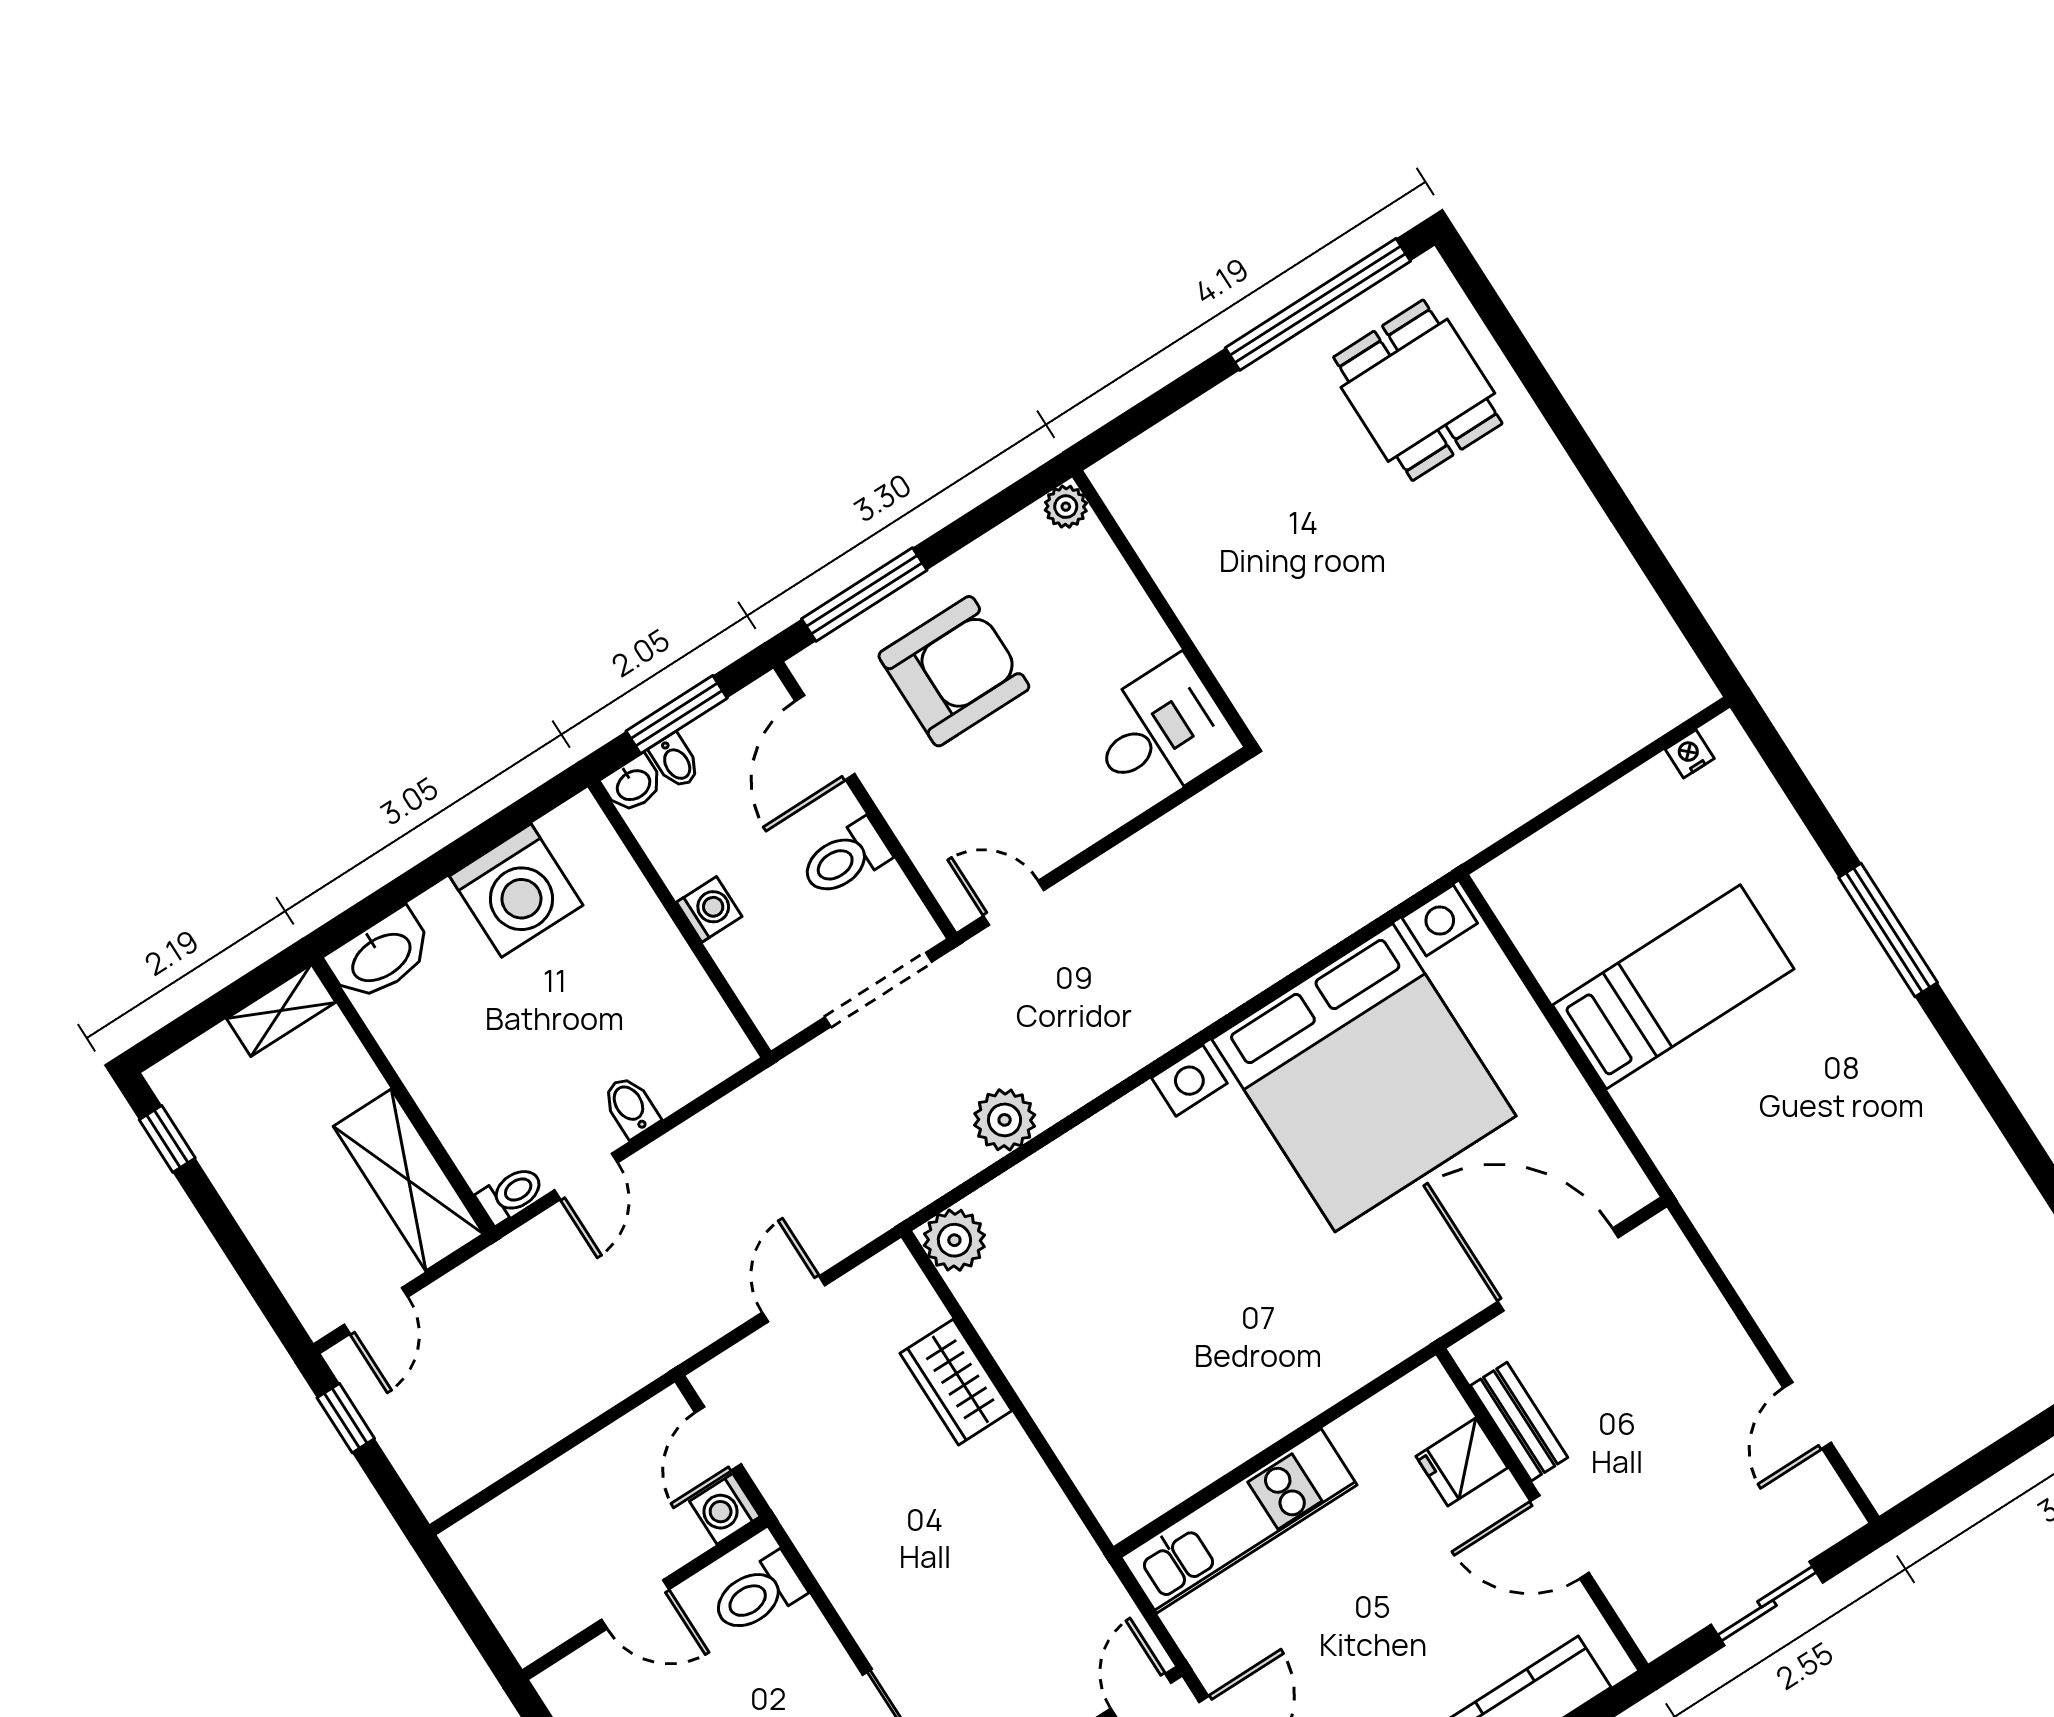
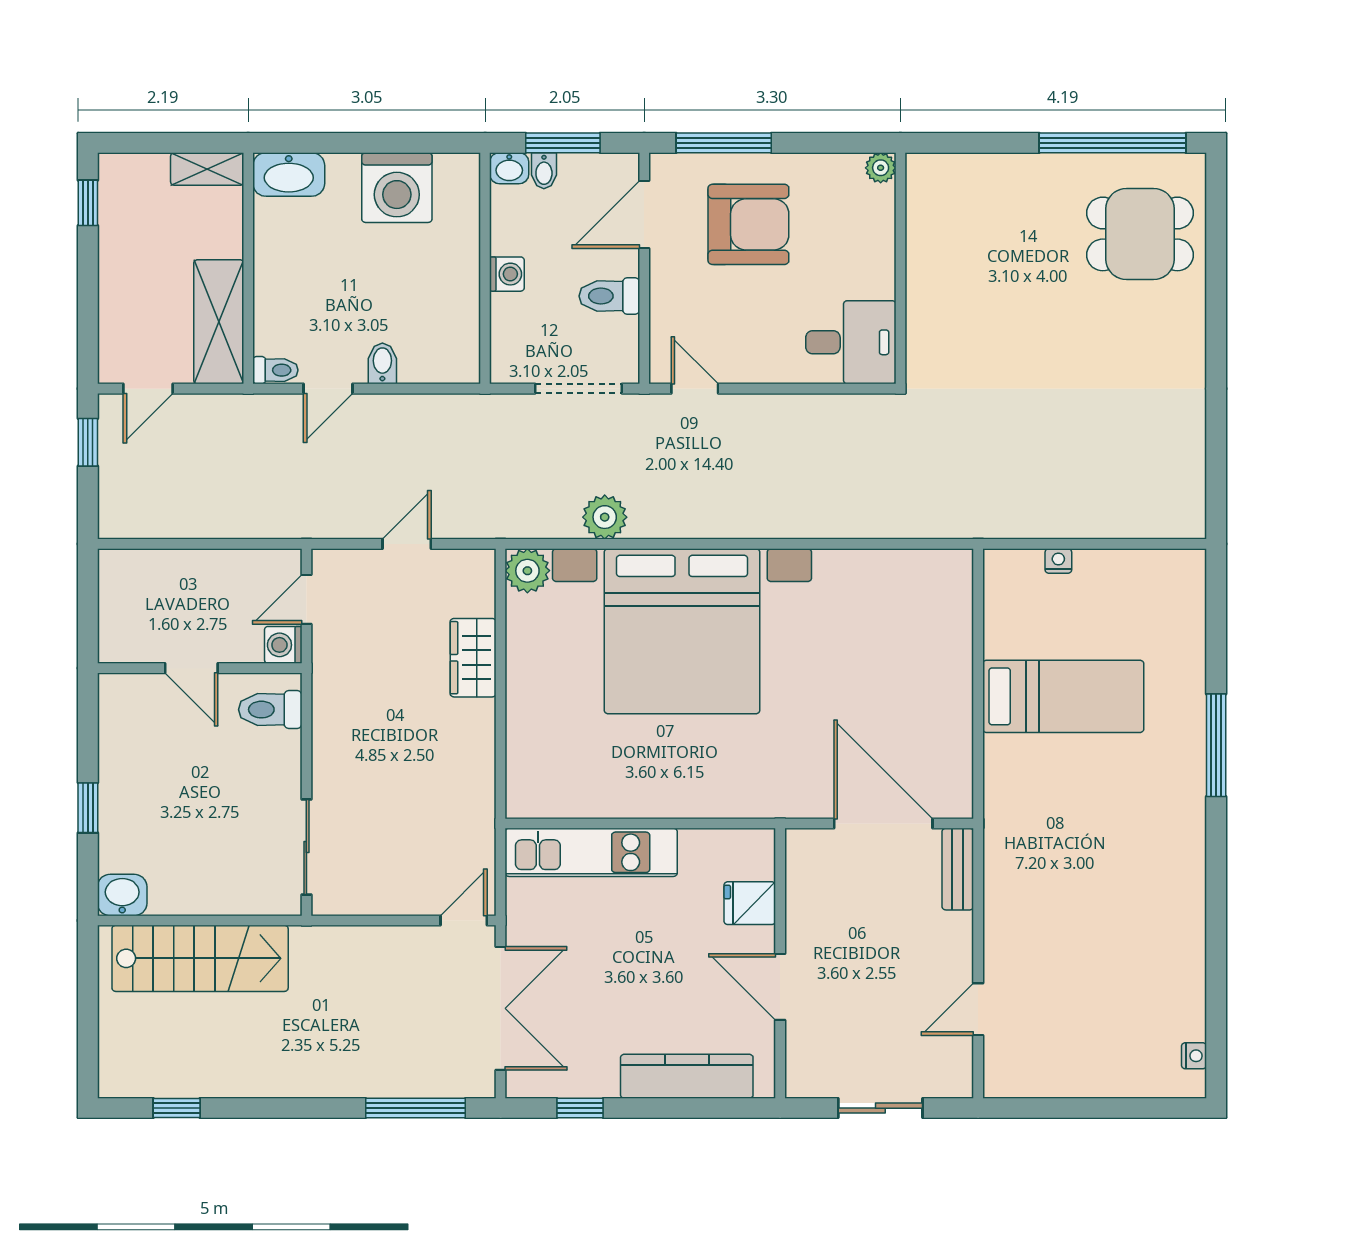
dining table: (1418, 390) -> (1140, 234), turned 90
nightstand: (1690, 754) -> (1058, 561), moved
bed with nightstands: (1364, 1078) -> (682, 631), moved
bench: (1519, 1422) -> (958, 869), moved

